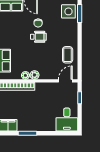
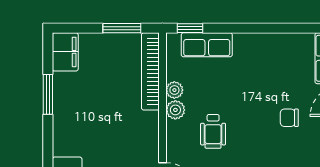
wheelchair: (38, 37) -> (213, 131), moved

